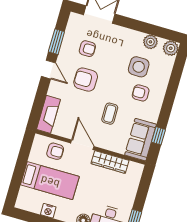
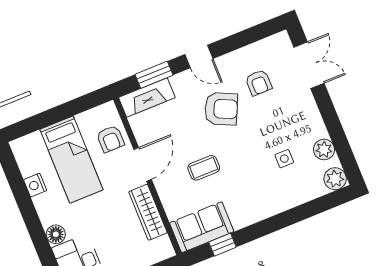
window: (56, 42) -> (154, 75), moved
side table: (139, 67) -> (284, 159), width x0.54, depth x0.54
door: (48, 70) -> (199, 57), hinge flipped
armchair: (86, 80) -> (221, 109), turned 115
armchair: (141, 93) -> (256, 185), removed

